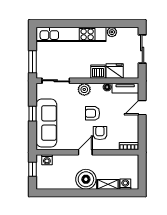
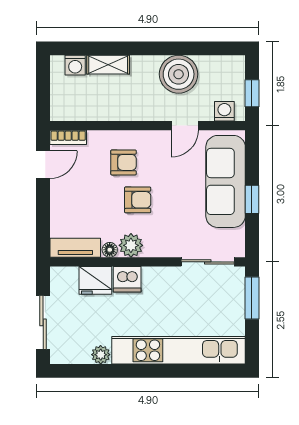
plant: (84, 89) -> (131, 245), moved
door: (142, 108) -> (43, 165), moved
armchair: (100, 133) -> (123, 162), turned -90
door: (85, 152) -> (185, 126), moved
boiler: (86, 179) -> (179, 74), moved

